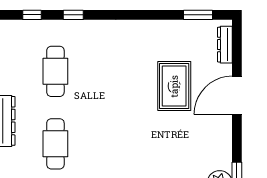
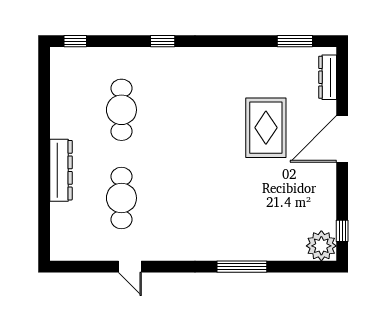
window: (32, 15) -> (75, 41), moved
window: (73, 15) -> (163, 41), moved

